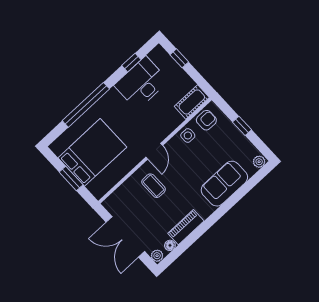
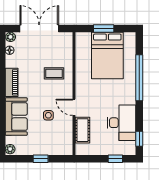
window: (131, 63) -> (139, 139), moved
cot: (192, 102) -> (83, 130), moved
armchair: (206, 120) -> (64, 141), removed
side table: (188, 135) -> (48, 115), moved
door: (154, 151) -> (74, 107), moved
piano: (186, 227) -> (12, 82), moved

